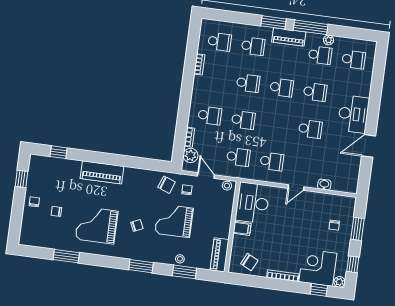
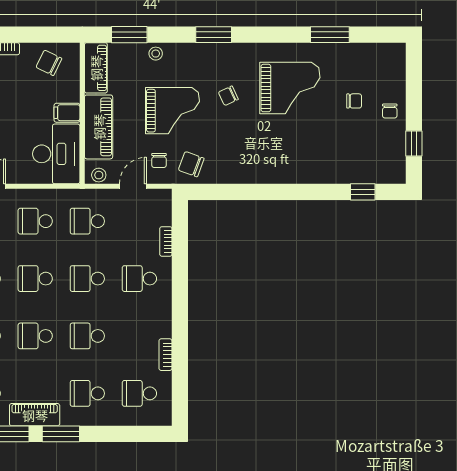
school desk: (277, 125) -> (35, 279), added
plant: (190, 155) -> (161, 214), removed
piano: (102, 172) -> (99, 127), moved, turned 90
door: (206, 176) -> (133, 186), swing flipped
window: (184, 272) -> (129, 35), moved

